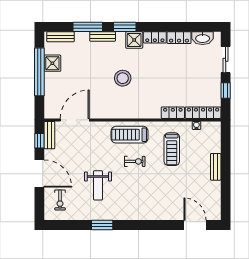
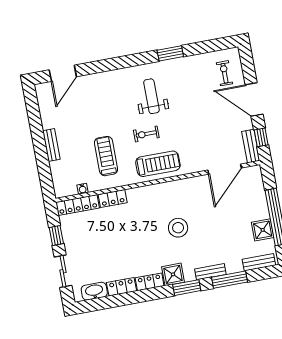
weight bench: (98, 185) -> (151, 96), moved
door: (195, 225) -> (63, 73), hinge flipped

